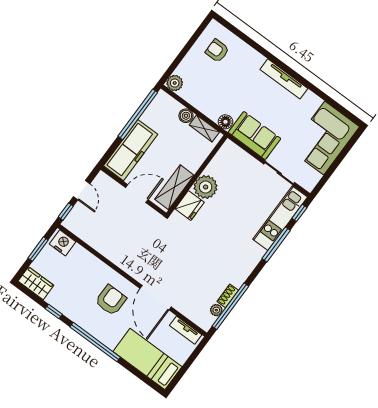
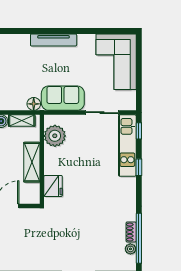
shelving: (174, 187) -> (32, 162), moved
plant: (206, 187) -> (55, 136), moved
window: (276, 244) -> (139, 167), width x0.46

